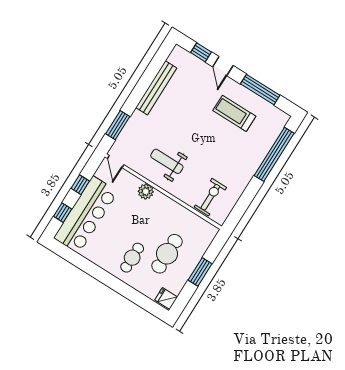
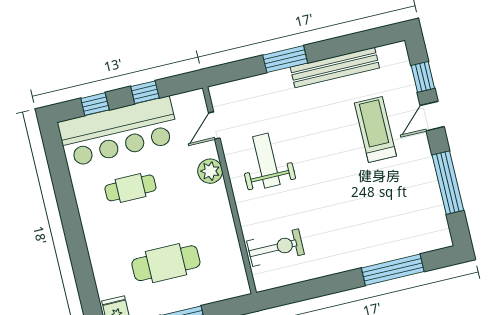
treadmill: (234, 113) -> (375, 129), moved
window: (118, 125) -> (285, 59), moved
window: (274, 154) -> (393, 270), width x0.68
door: (116, 162) -> (214, 126), moved
cafe table: (132, 258) -> (130, 188), moved

